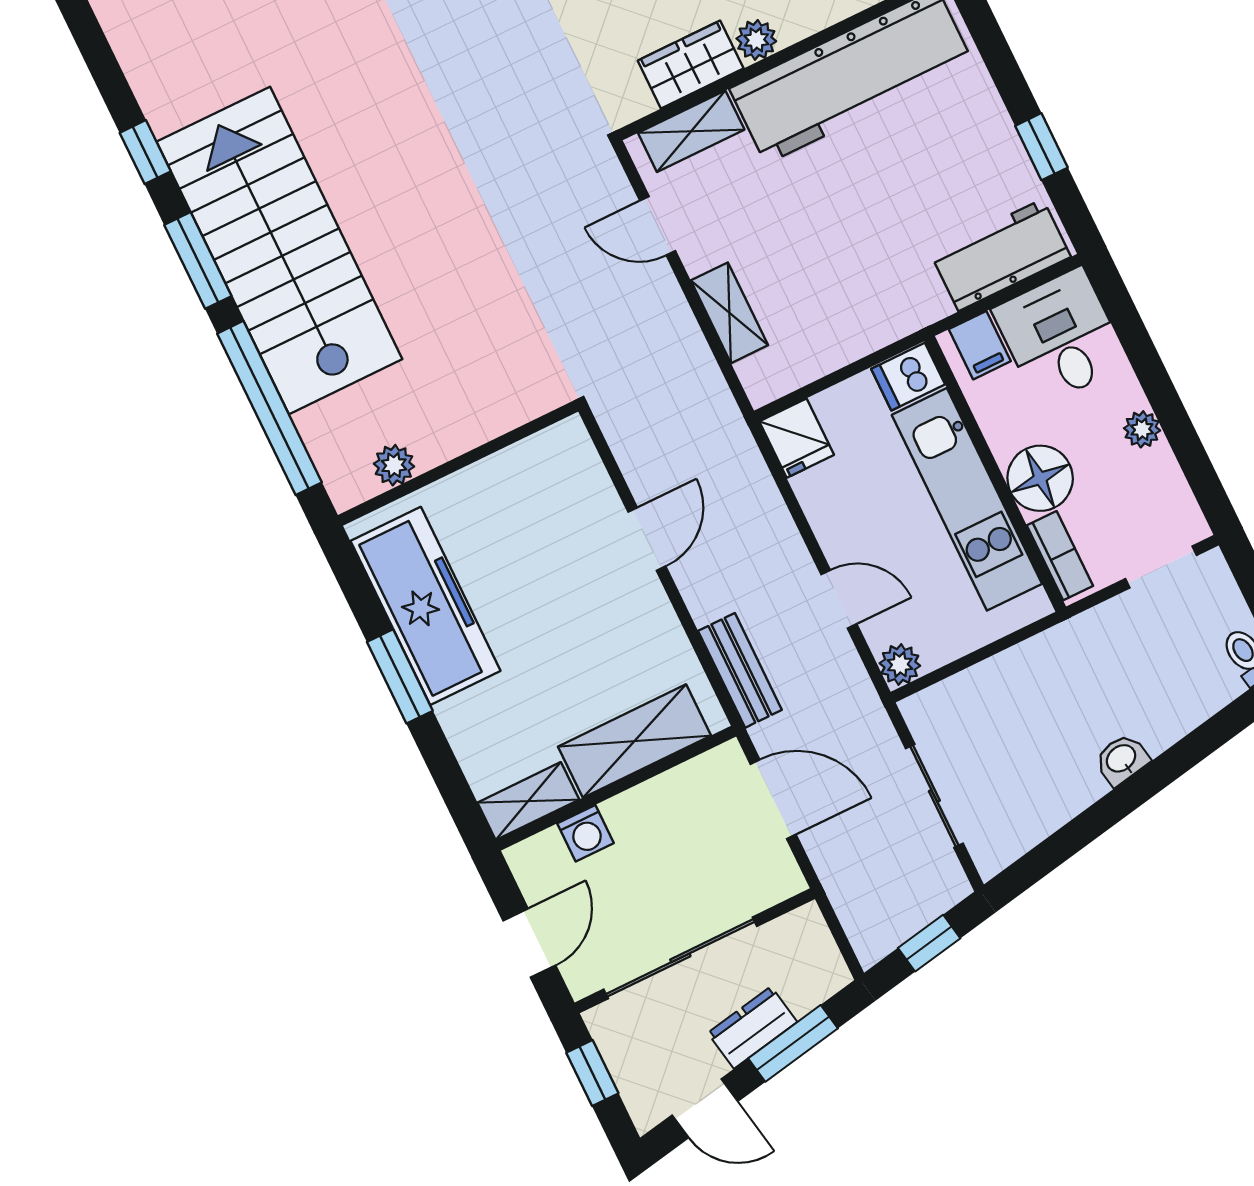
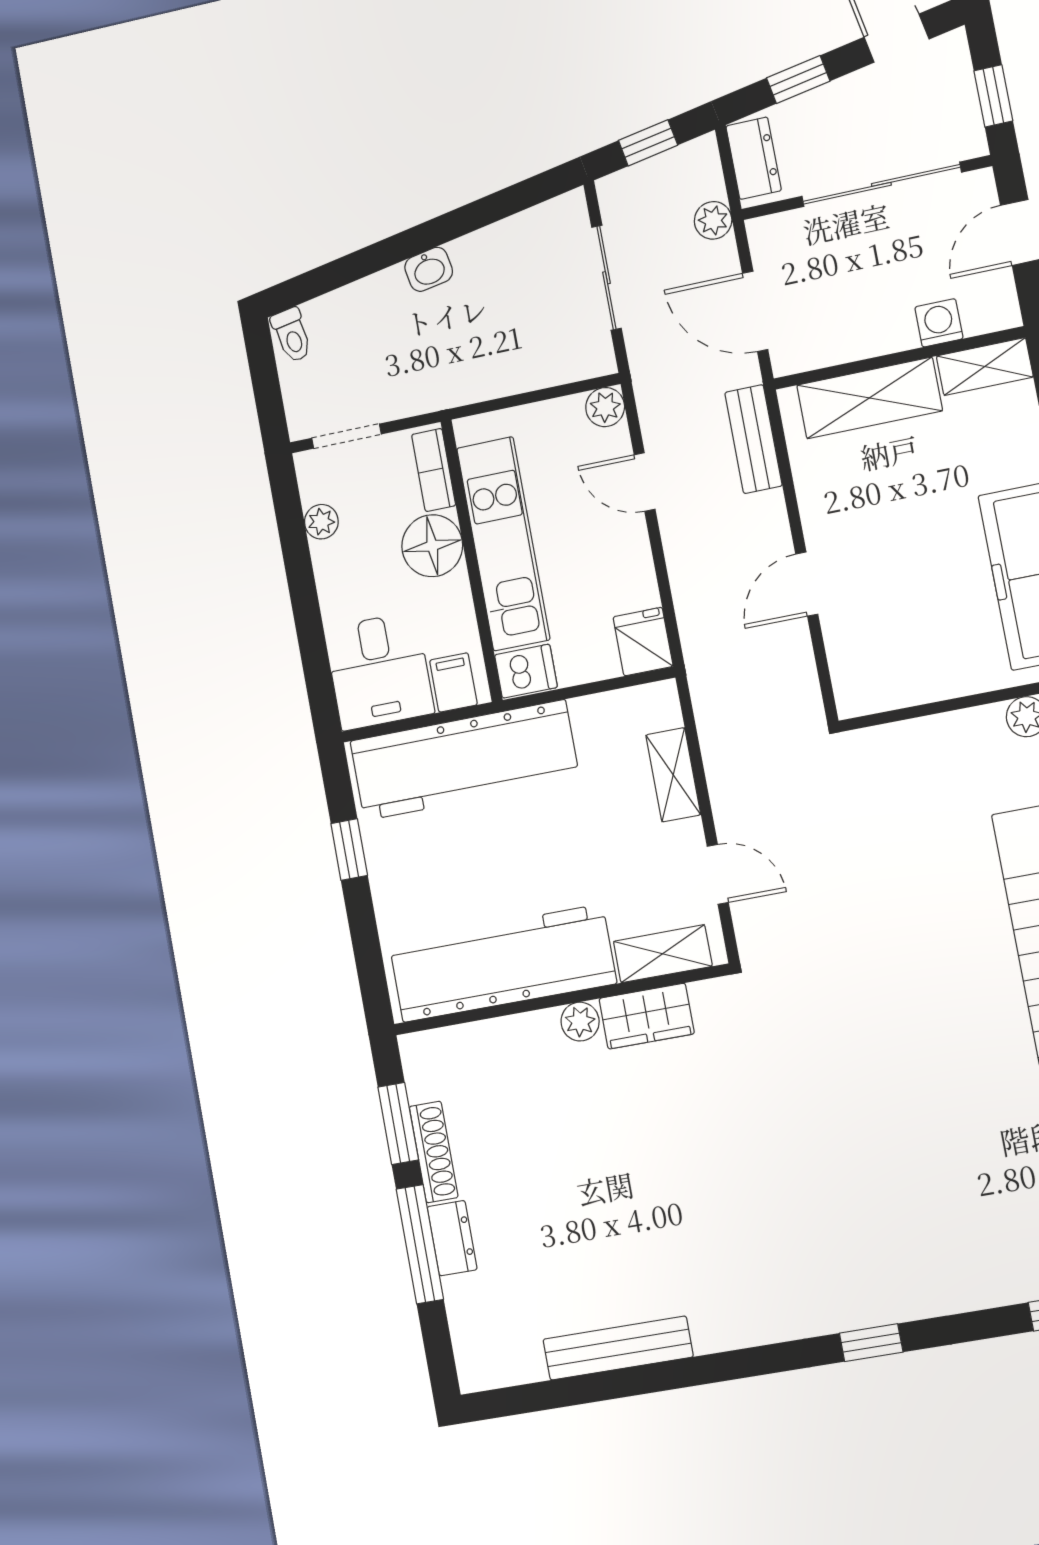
workbench: (1001, 255) -> (464, 760), width x1.88, depth x1.32
plant: (1142, 429) -> (321, 522), moved
plant: (841, 881) -> (713, 220), added
dresser: (752, 1027) -> (754, 158), moved, turned -80
window: (793, 1043) -> (798, 80), width x0.67

